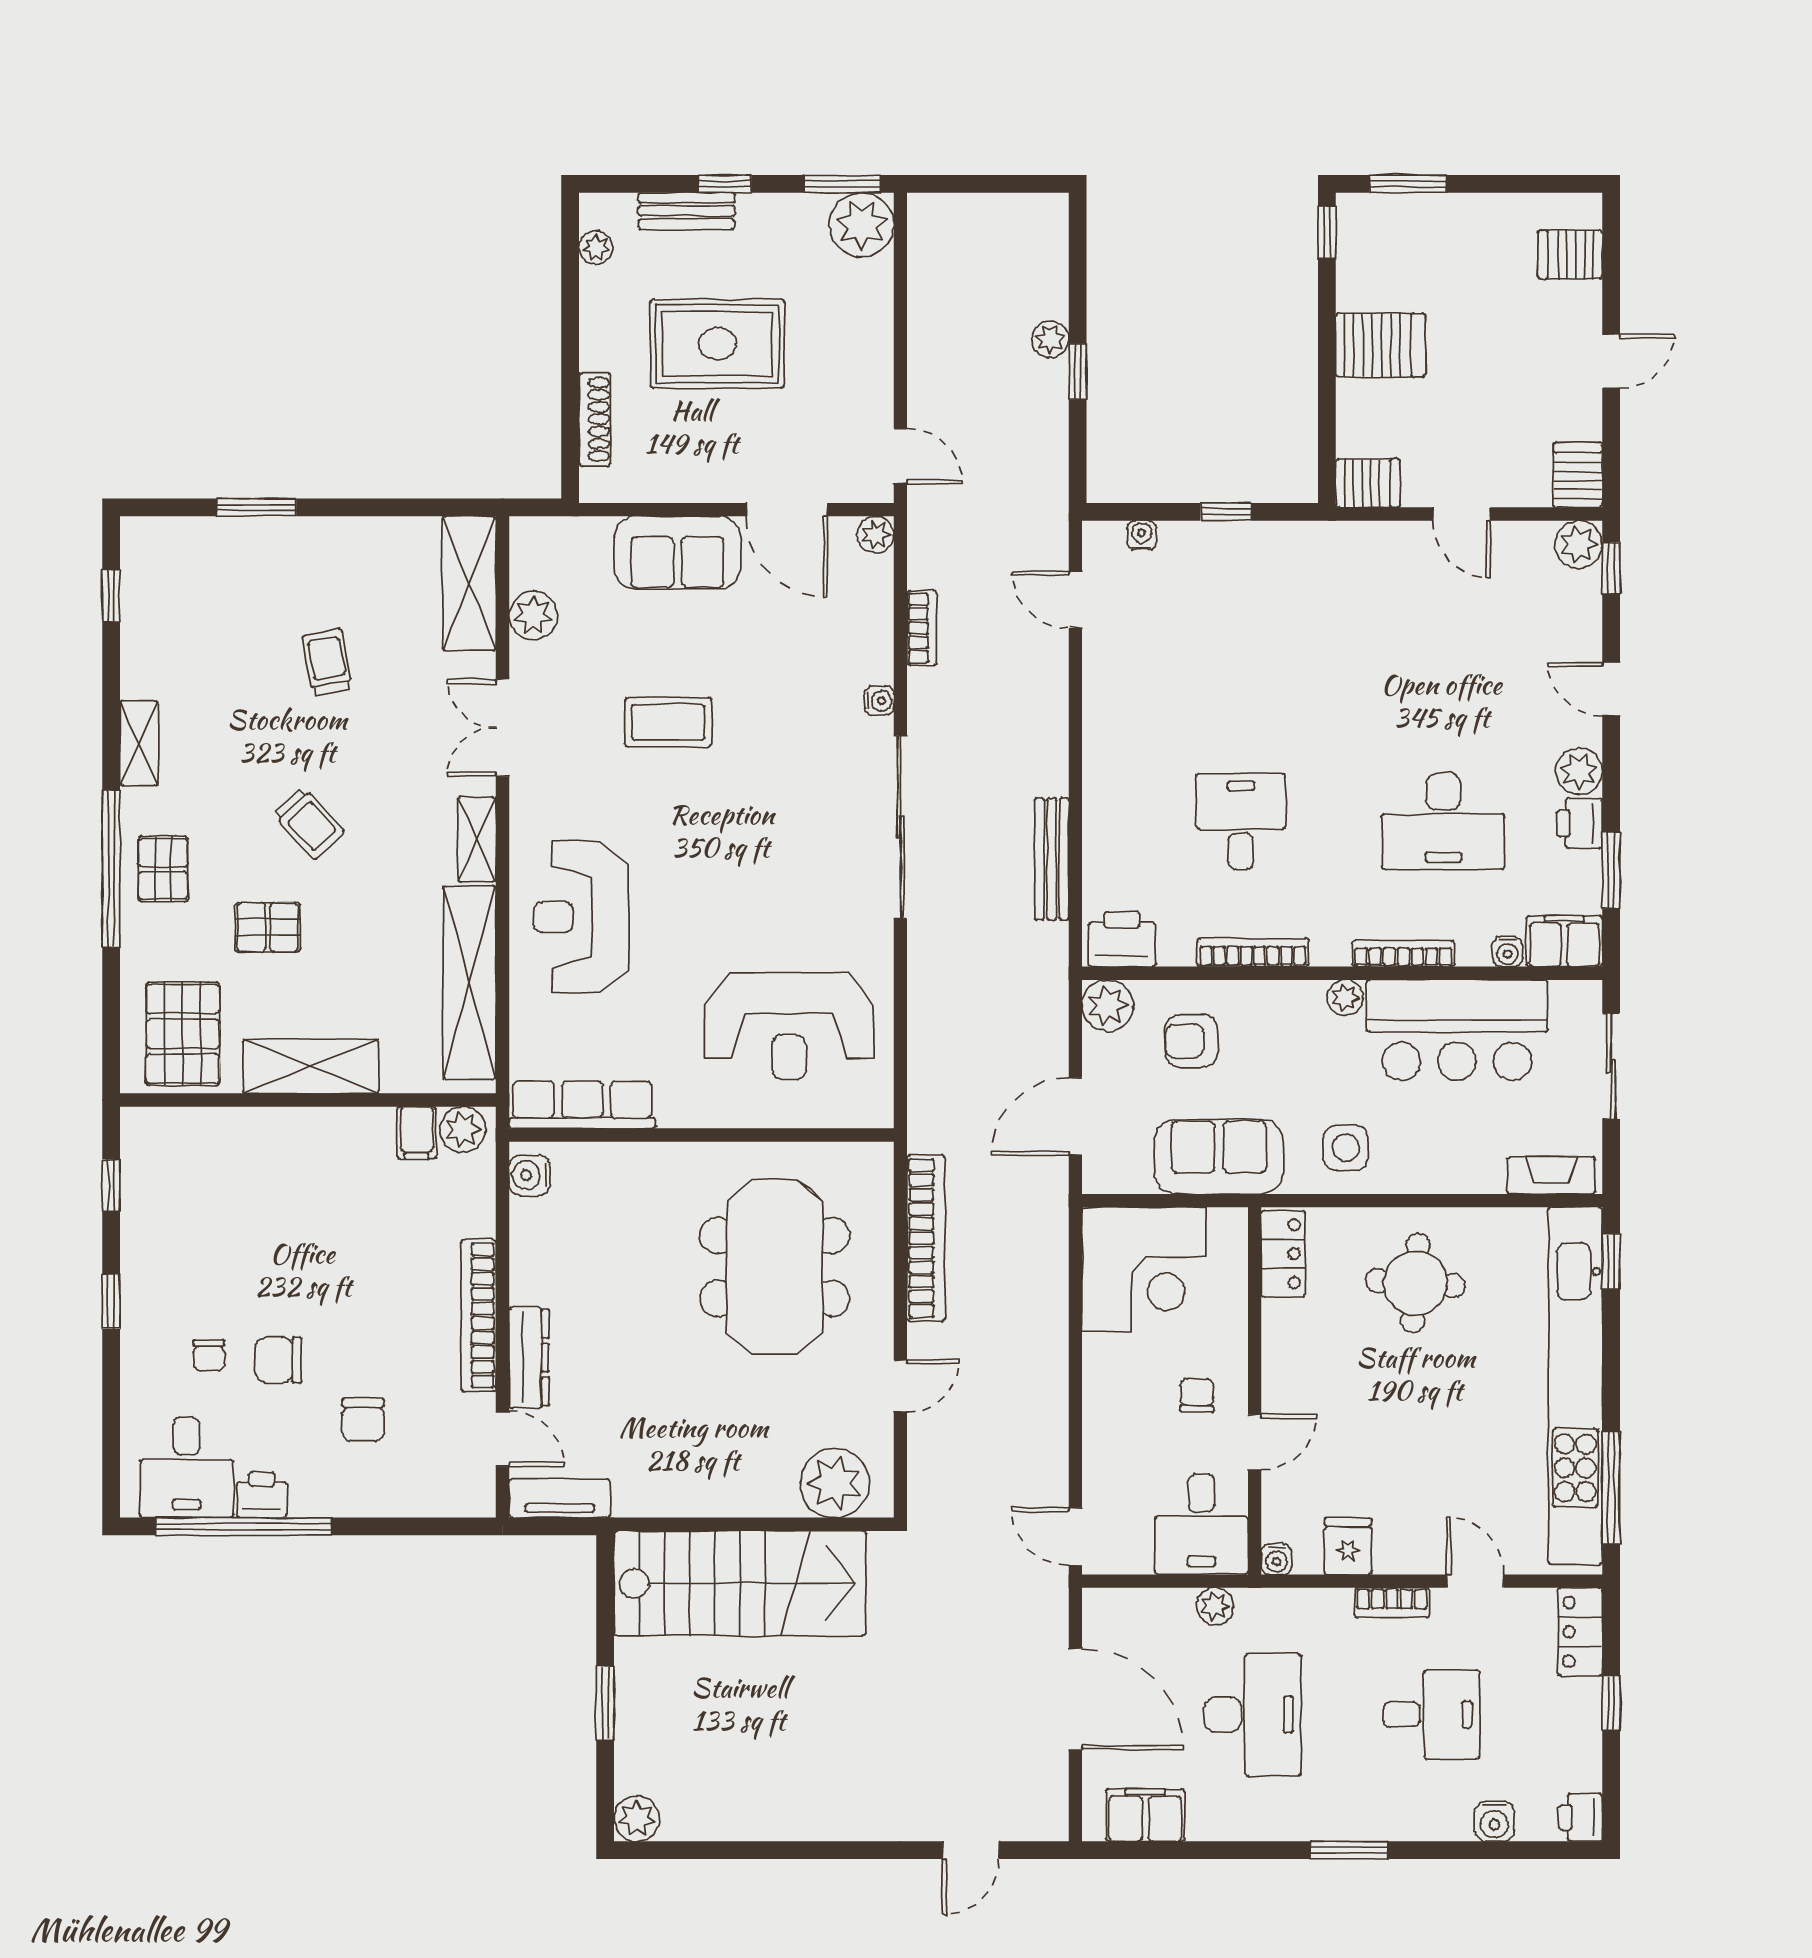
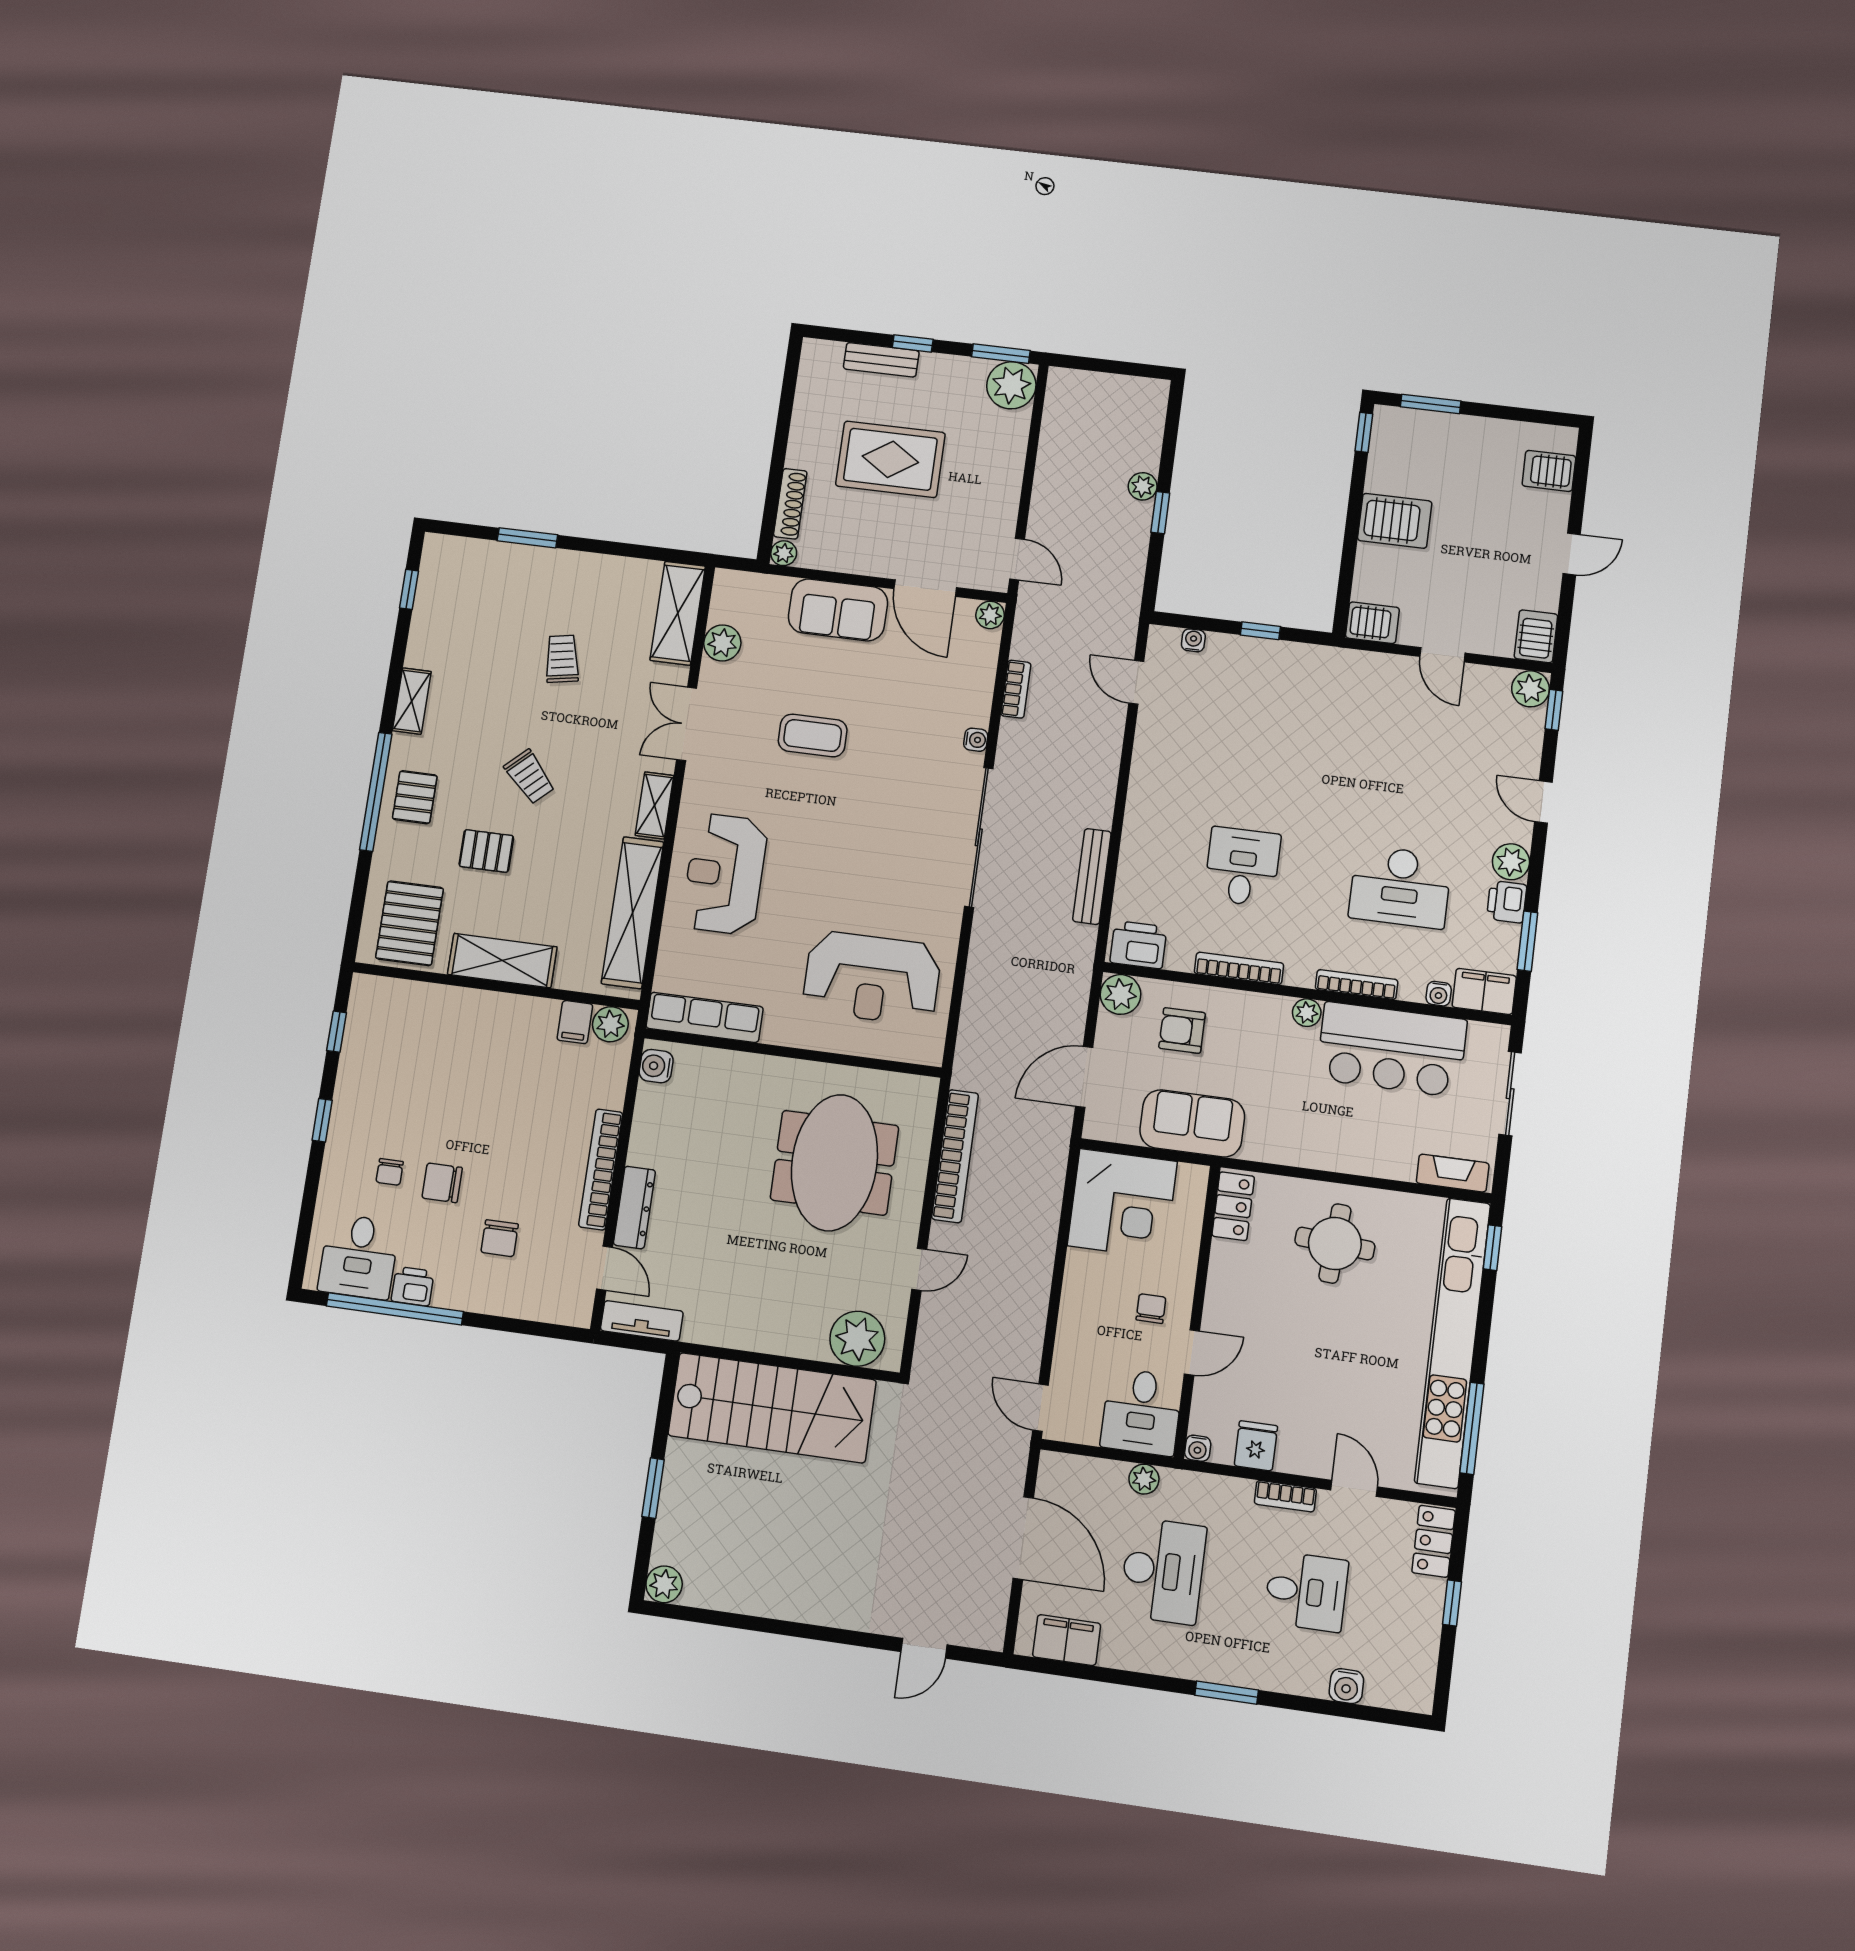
plant: (596, 248) -> (784, 553), moved
side table: (1346, 1148) -> (1293, 1130), removed
printer: (1581, 1817) -> (1417, 1693), removed

